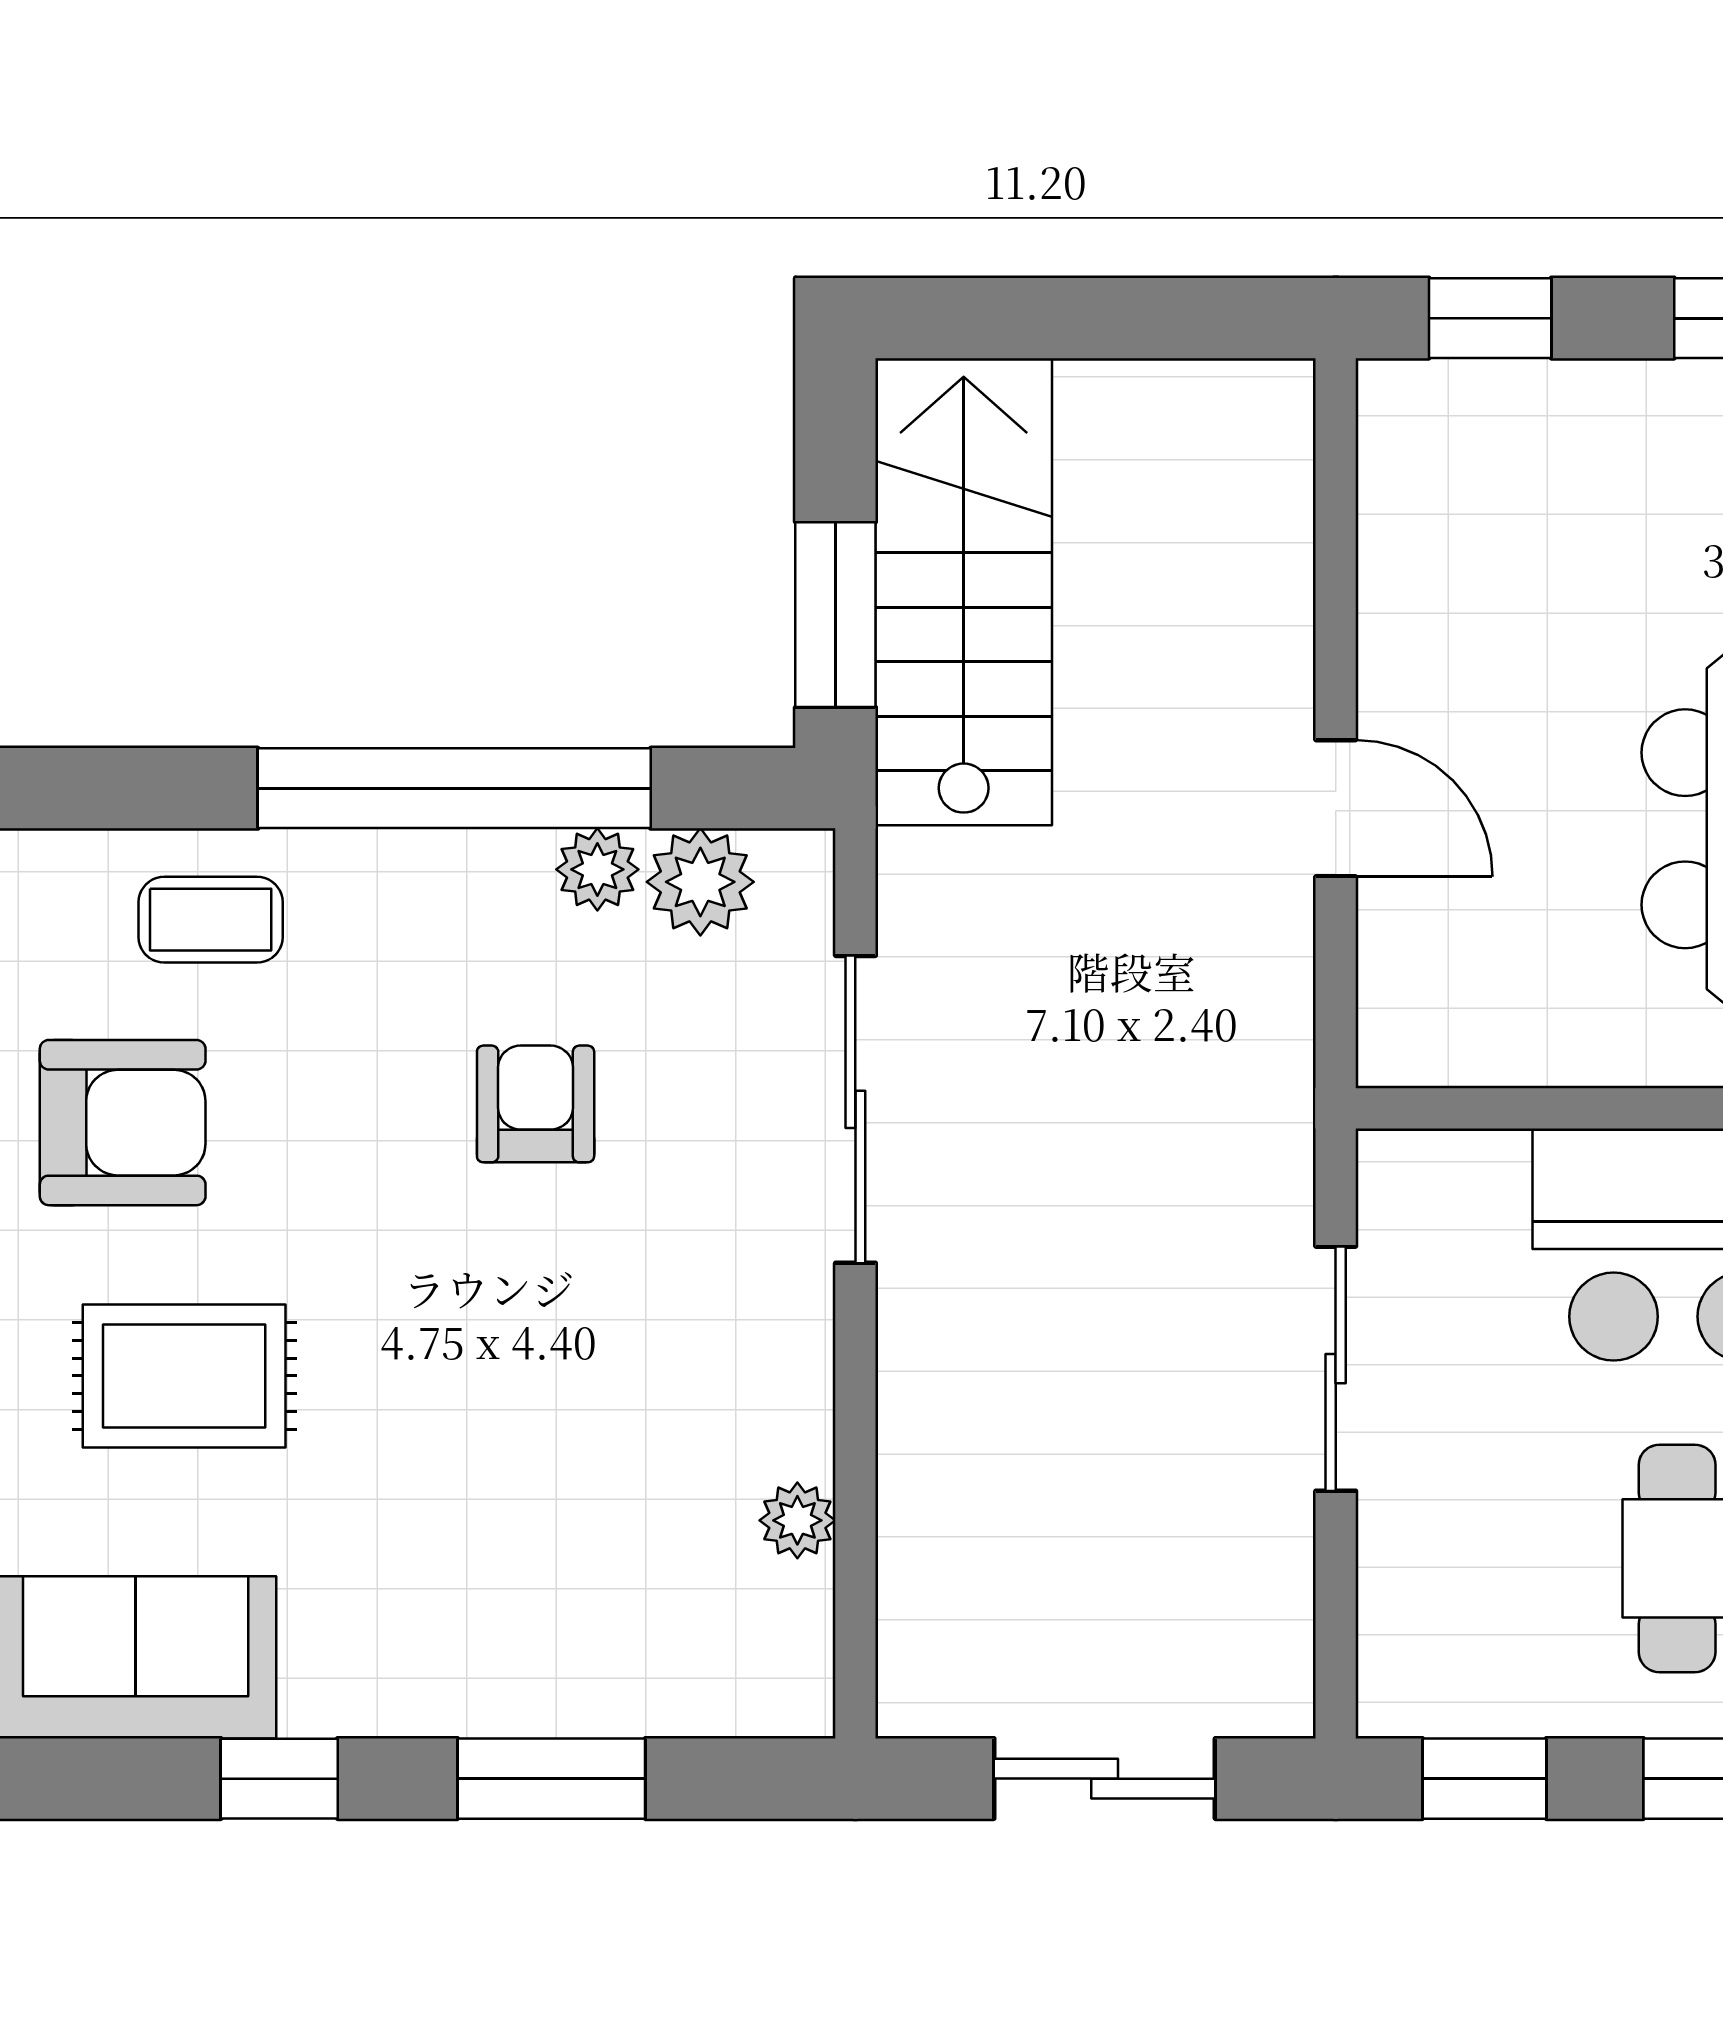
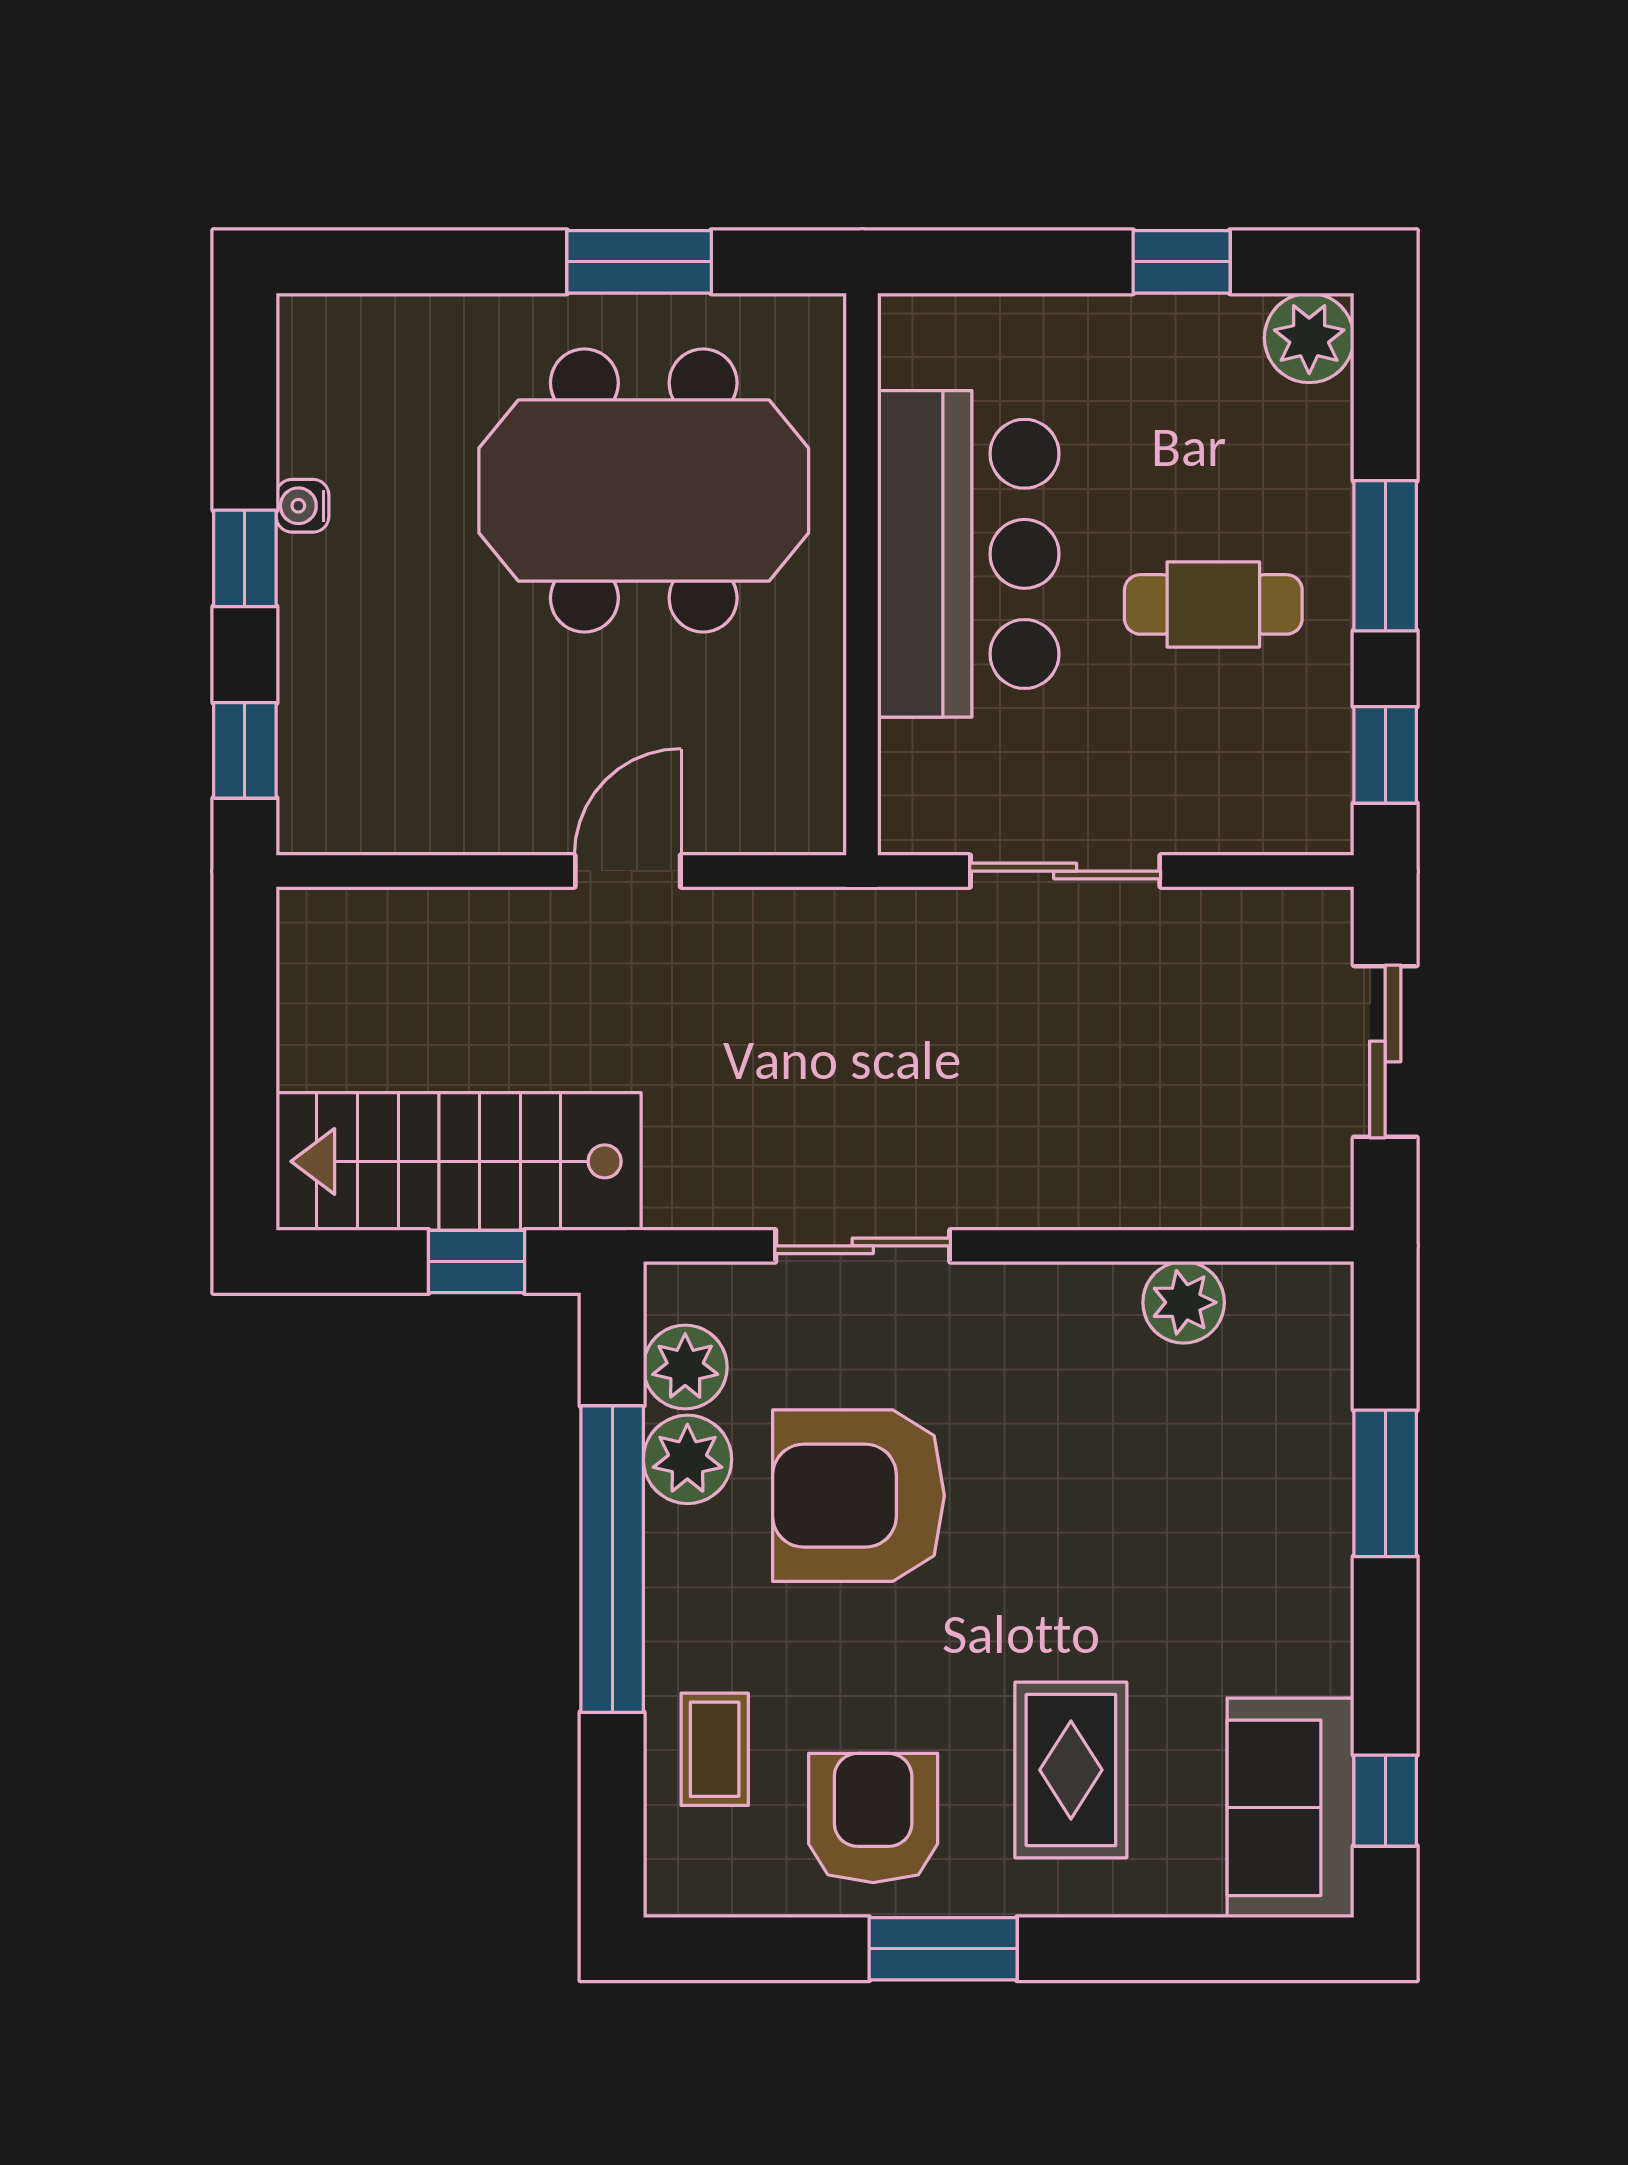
window: (835, 615) -> (477, 1261), width x0.67
plant: (597, 869) -> (687, 1459), width x1.38, depth x1.38
armchair: (536, 1104) -> (859, 1496), width x1.88, depth x1.88
sliding door: (855, 1109) -> (863, 1246), width x0.73
plant: (797, 1520) -> (1184, 1302), width x1.38, depth x1.38
window: (279, 1779) -> (1385, 1801), moved

